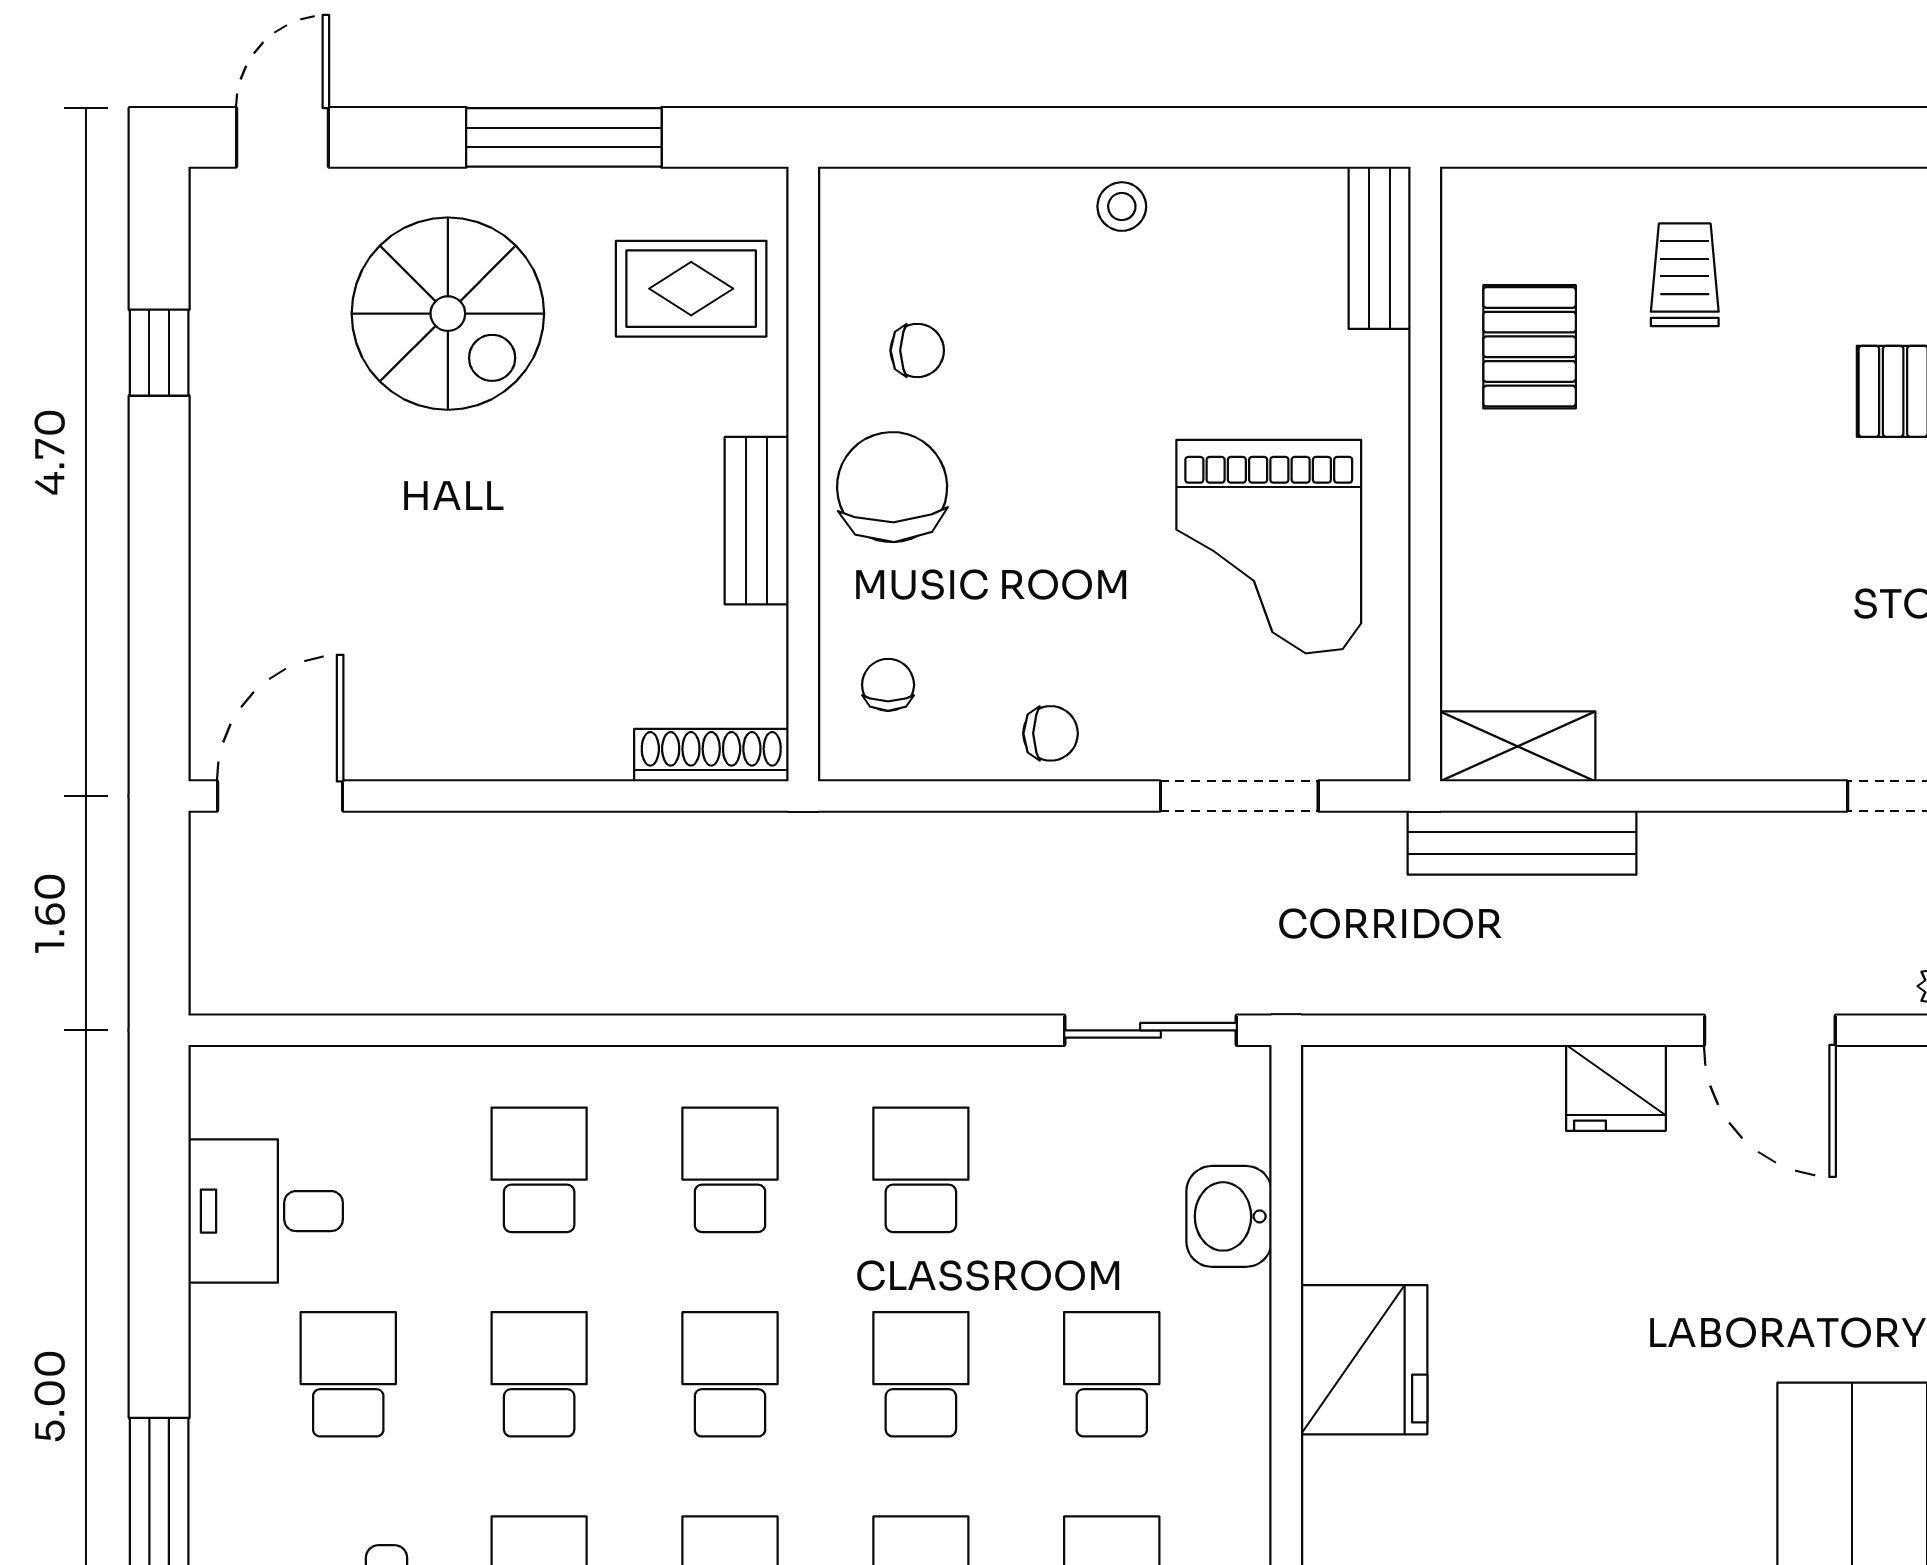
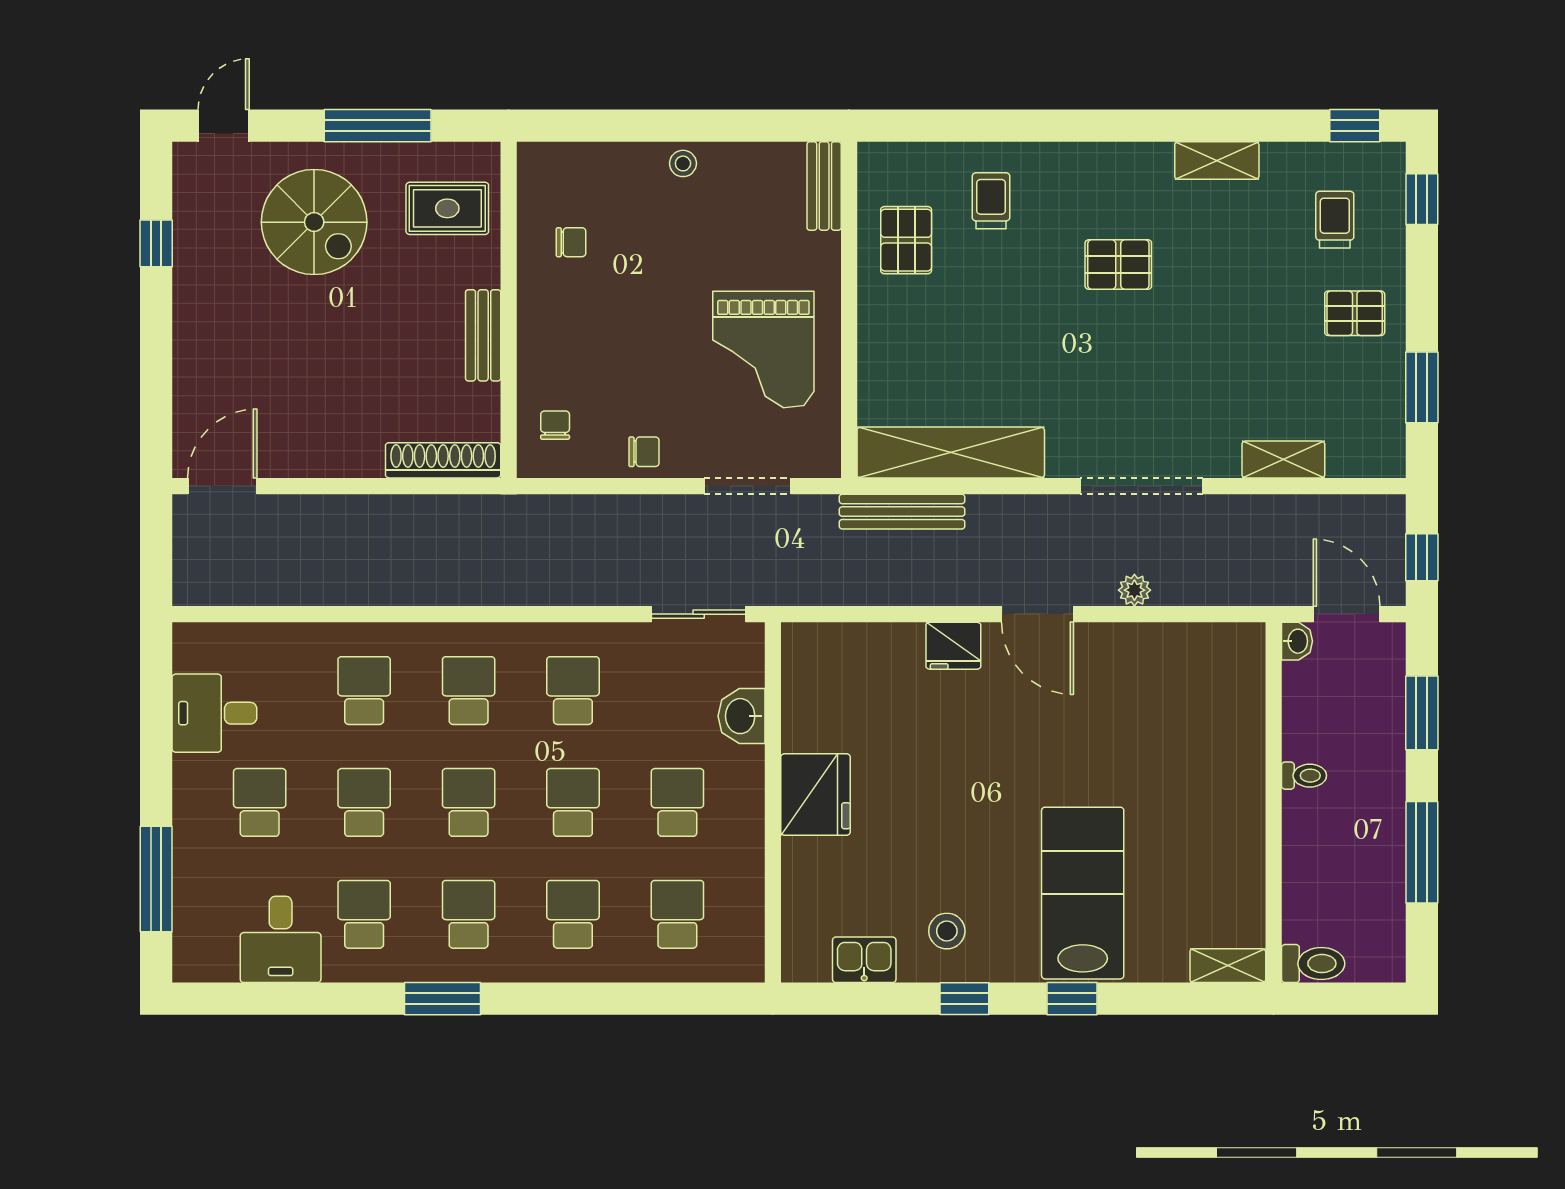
chair: (892, 487) -> (557, 317), removed
shelving: (1518, 746) -> (951, 453), width x2.20, depth x1.33
shoe rack: (711, 755) -> (443, 460), width x1.36, depth x1.24

